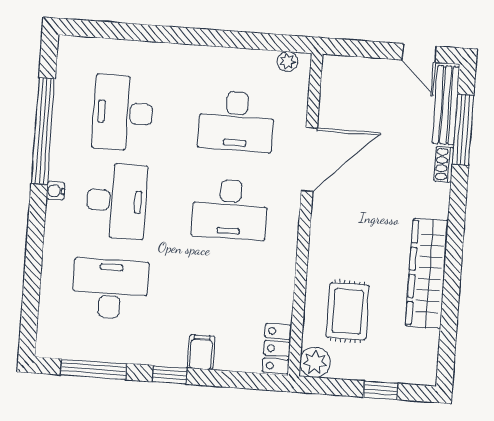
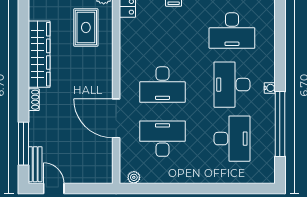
bench: (446, 105) -> (35, 164), width x0.73
door: (309, 160) -> (116, 118), hinge flipped
shoe rack: (444, 164) -> (34, 100), moved
desk: (230, 209) -> (162, 85), turned 180

